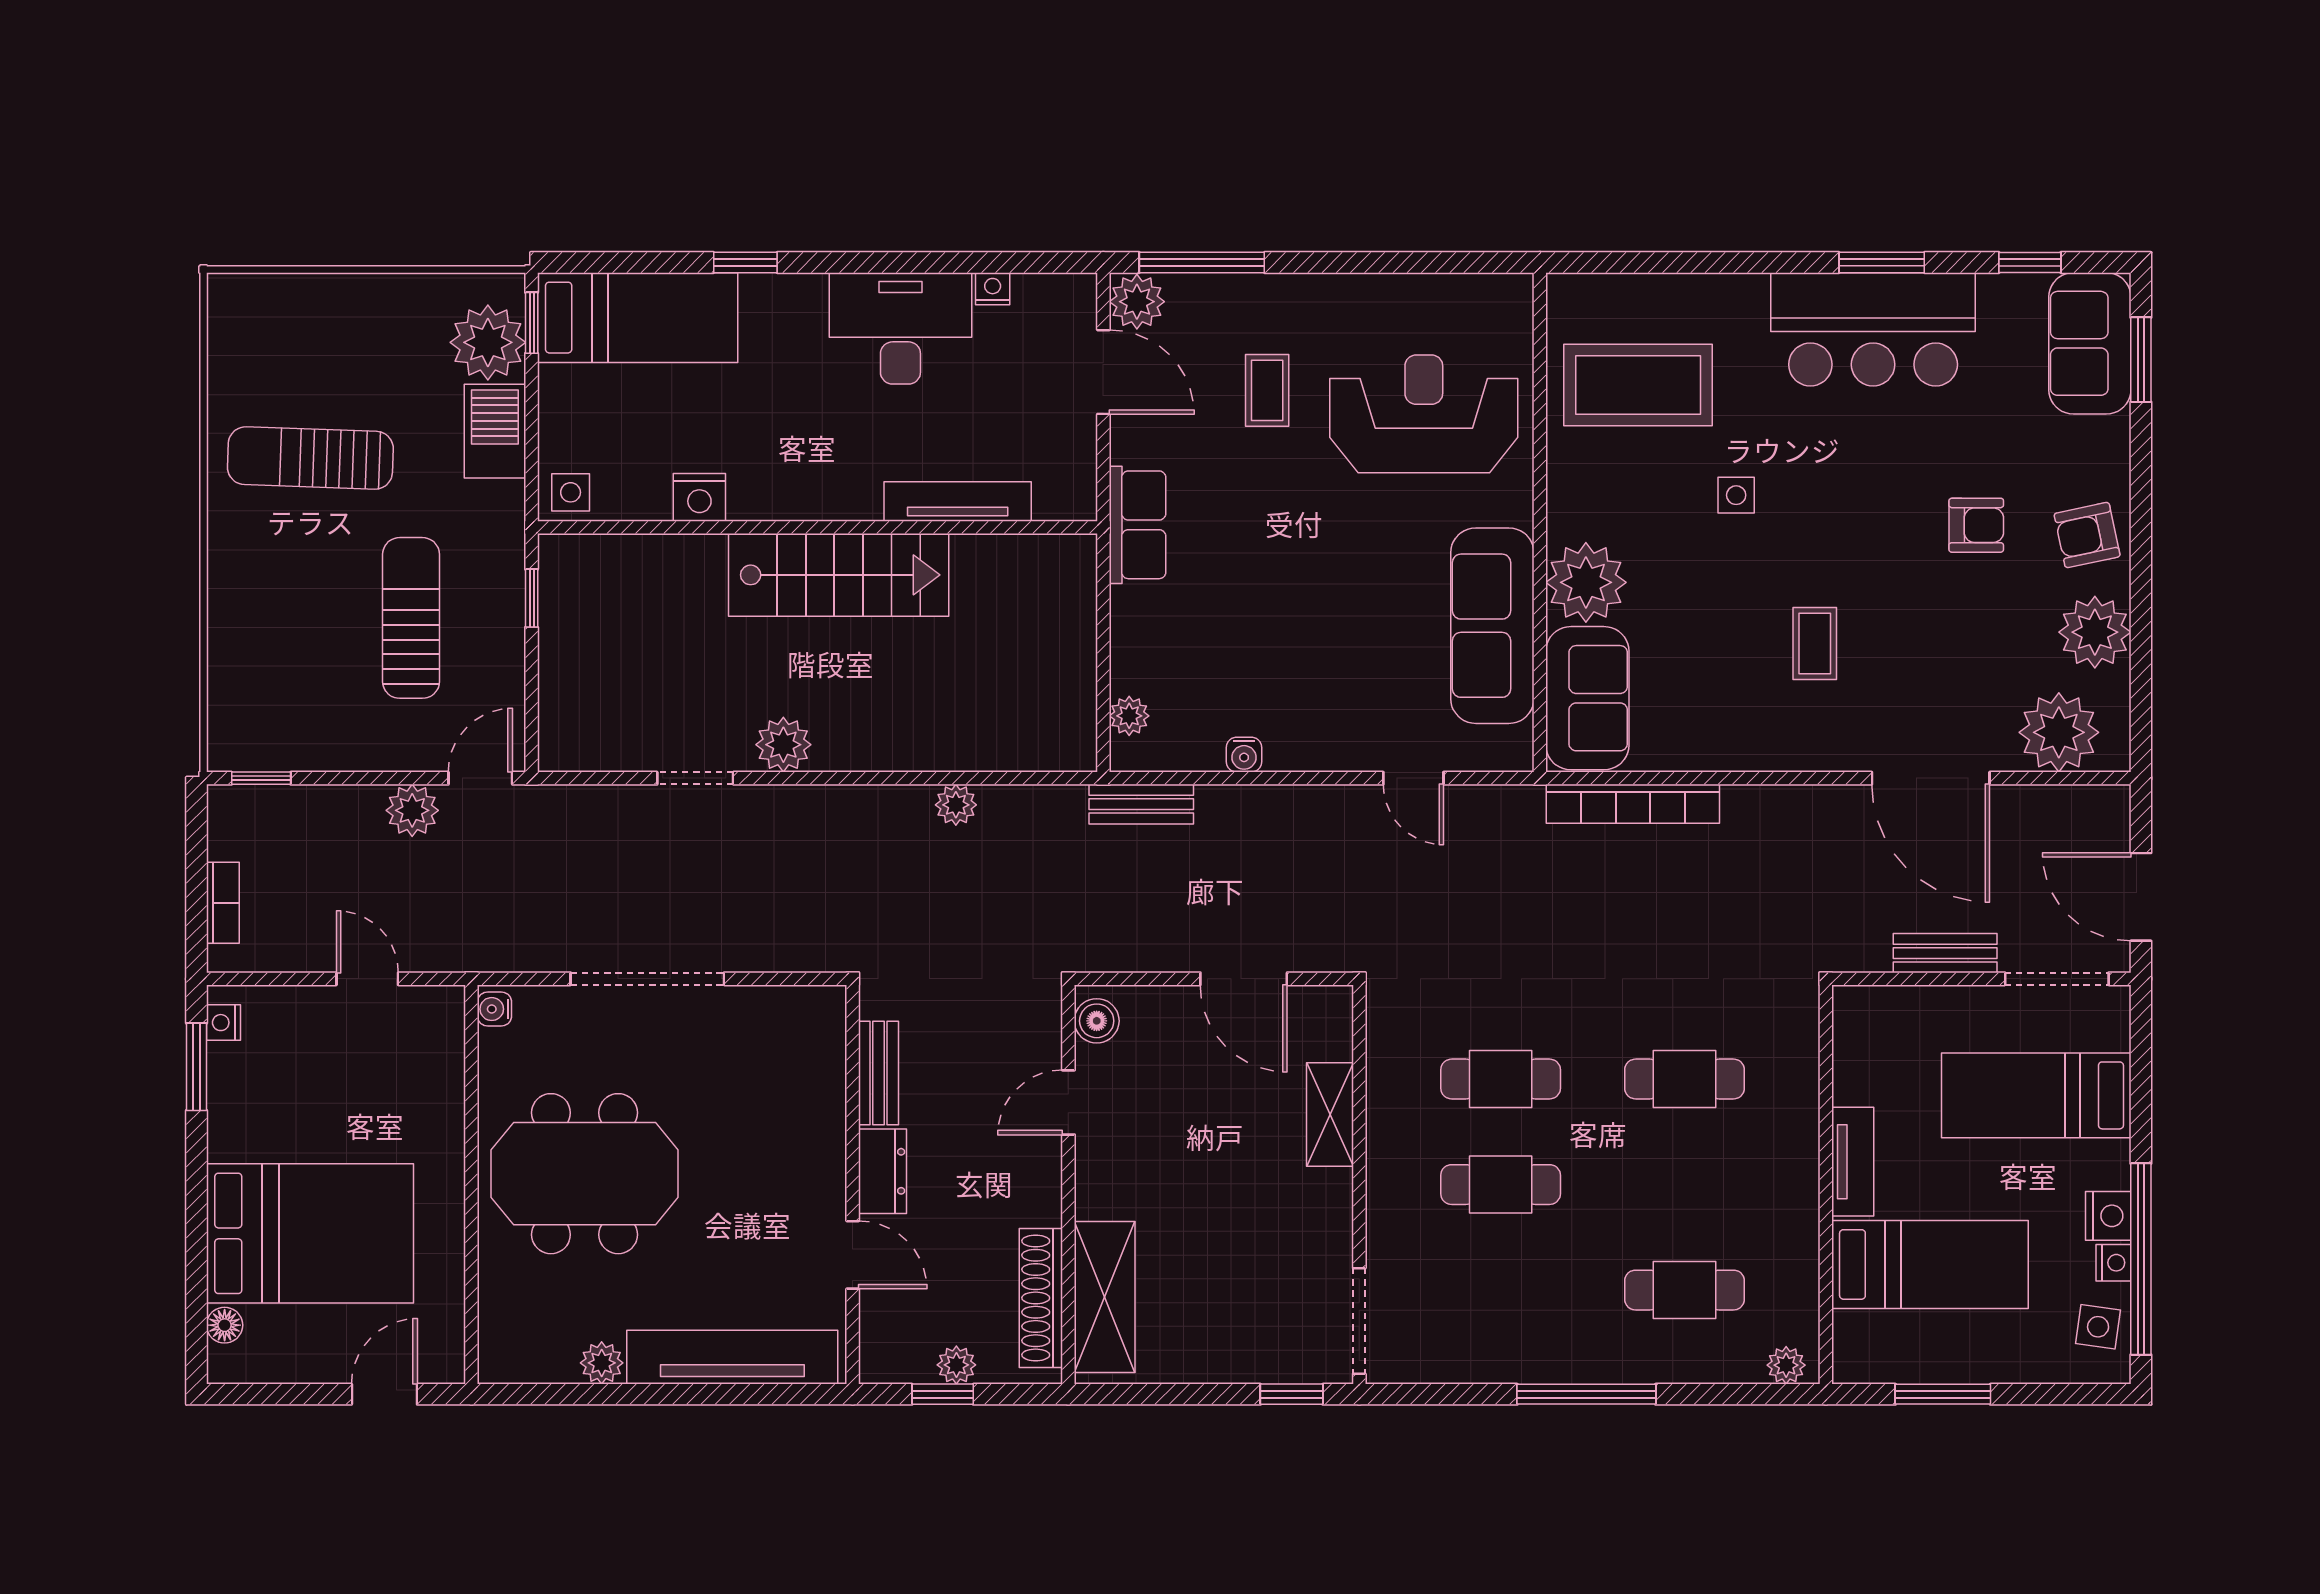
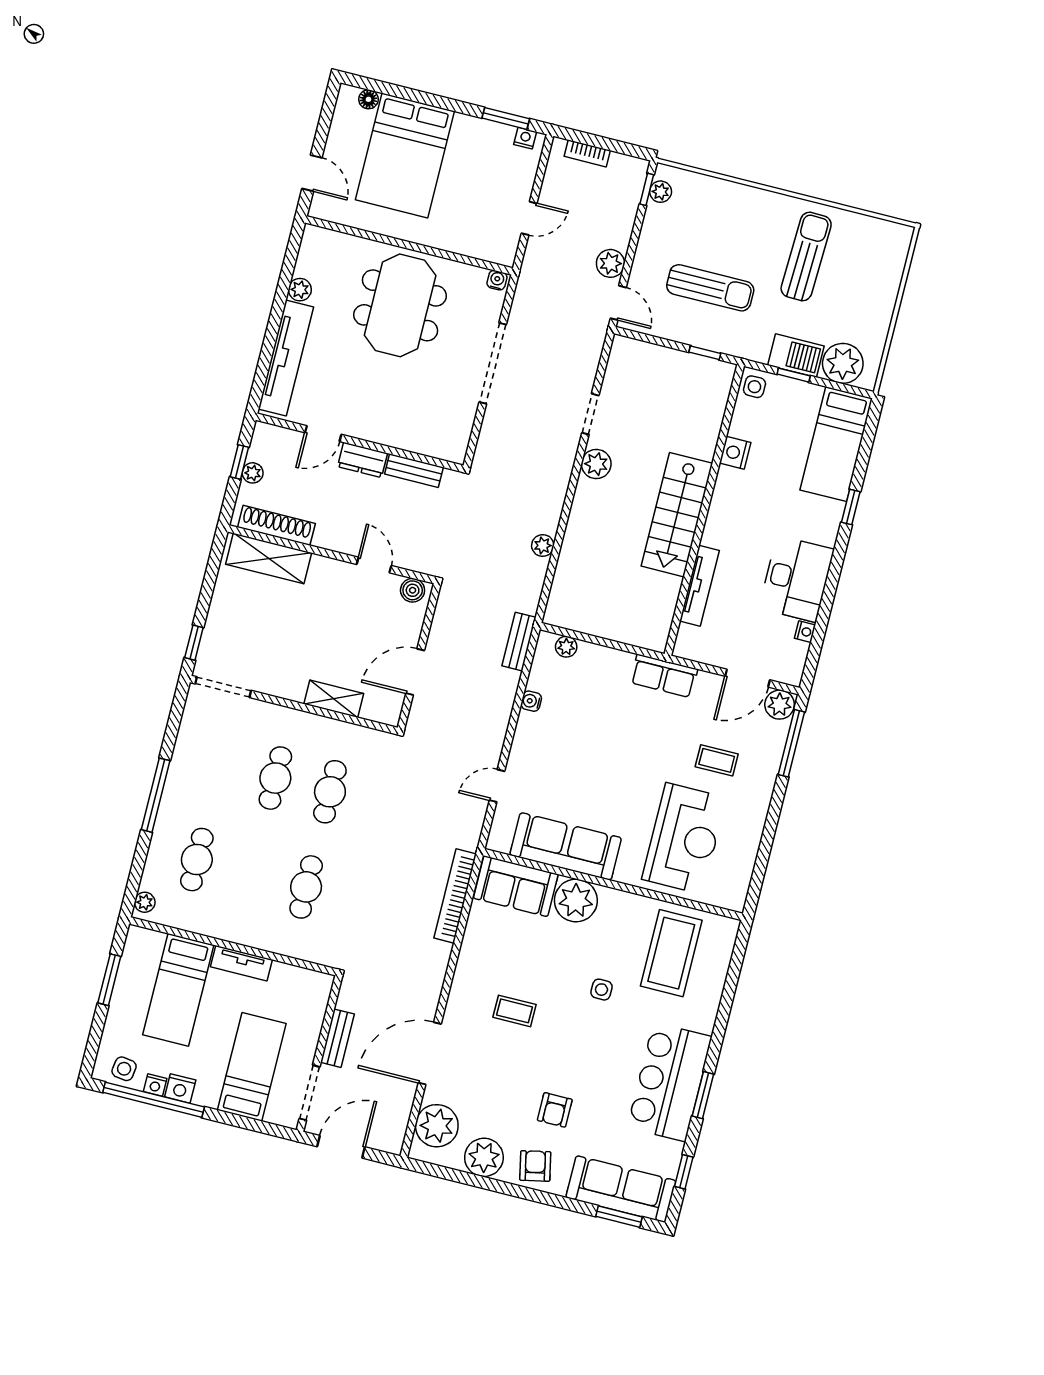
window: (532, 323) -> (794, 375), moved
sofa: (2090, 343) -> (621, 1189), width x1.36
plant: (259, 752) -> (661, 192), added

